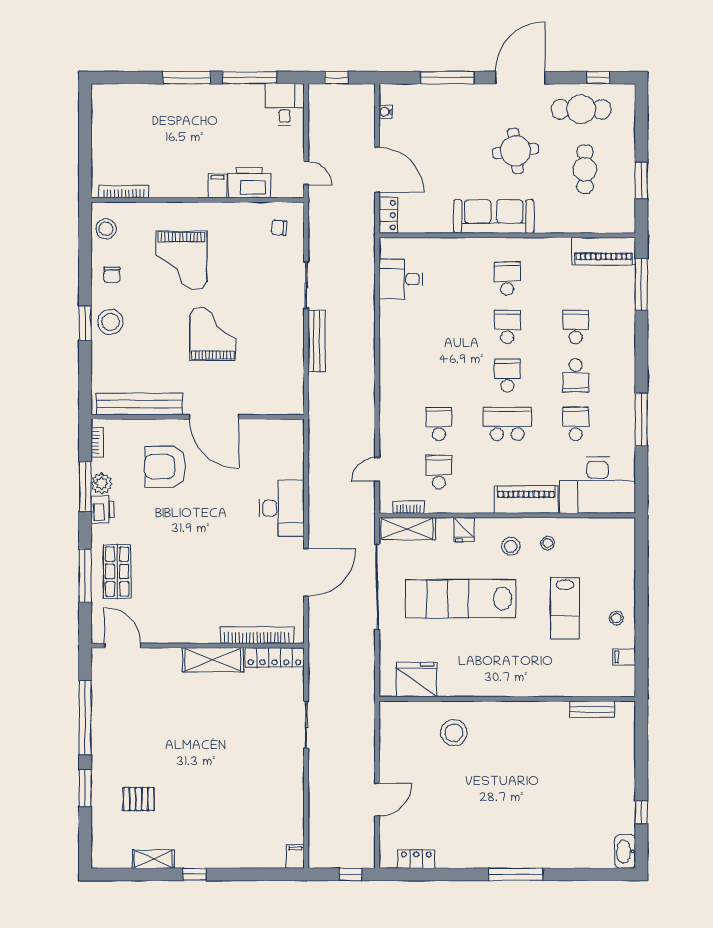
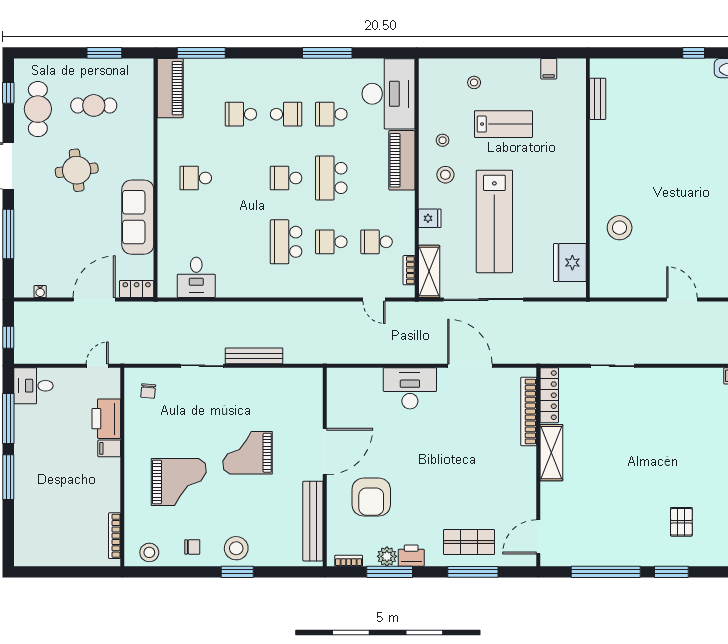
sofa: (494, 216) -> (138, 217), moved
school desk: (507, 327) -> (286, 242), moved, width x1.85
stool: (616, 618) -> (474, 82), moved

